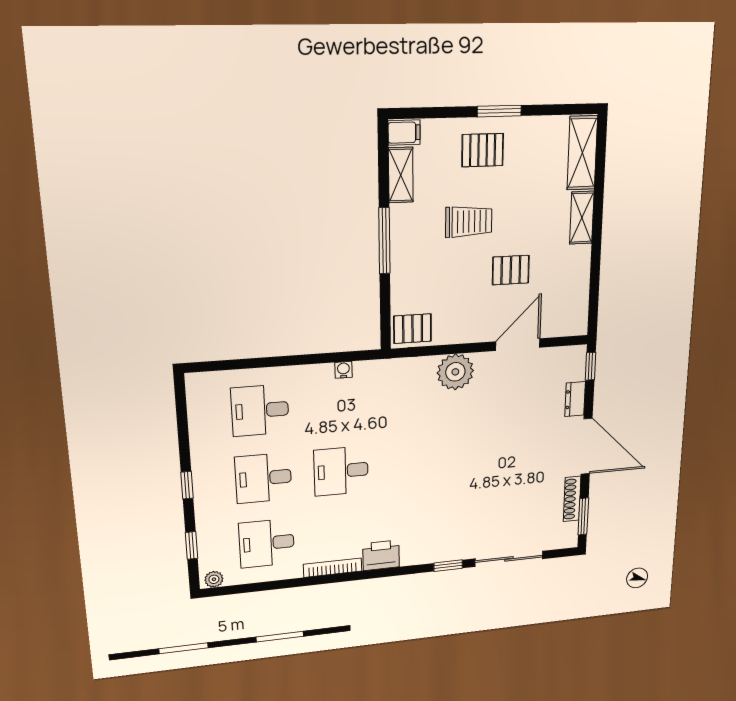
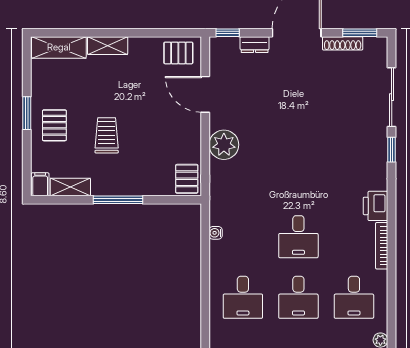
pallet: (511, 270) -> (178, 53), moved, turned 90

